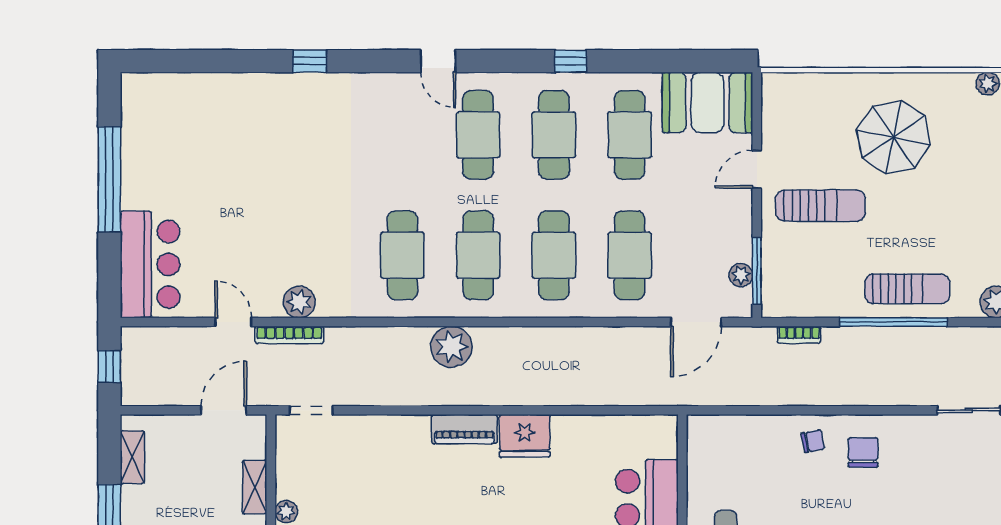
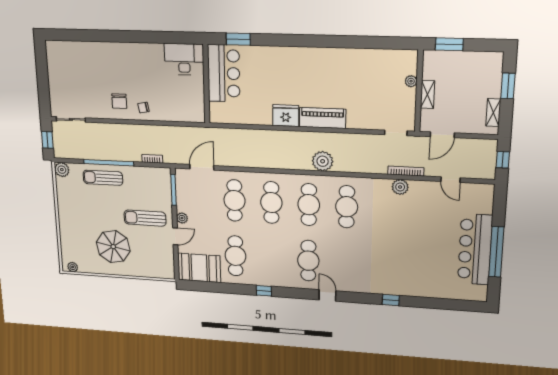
cafe table: (554, 135) -> (272, 258), removed
bar counter: (150, 264) -> (475, 249), moved, width x1.36
plant: (741, 275) -> (182, 218), moved
door: (233, 322) -> (450, 180), moved
piano: (464, 429) -> (323, 118), width x1.37, depth x1.33

